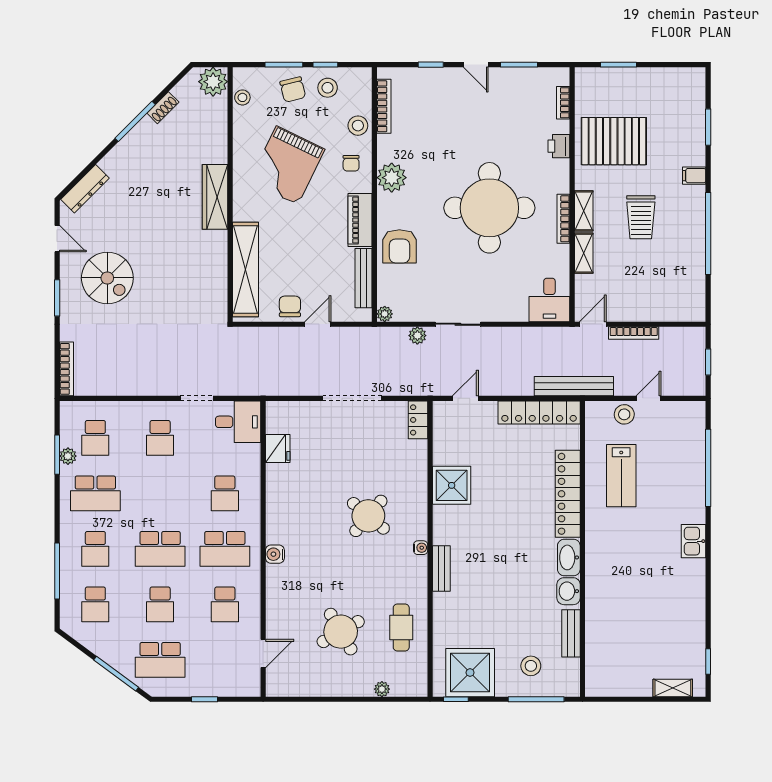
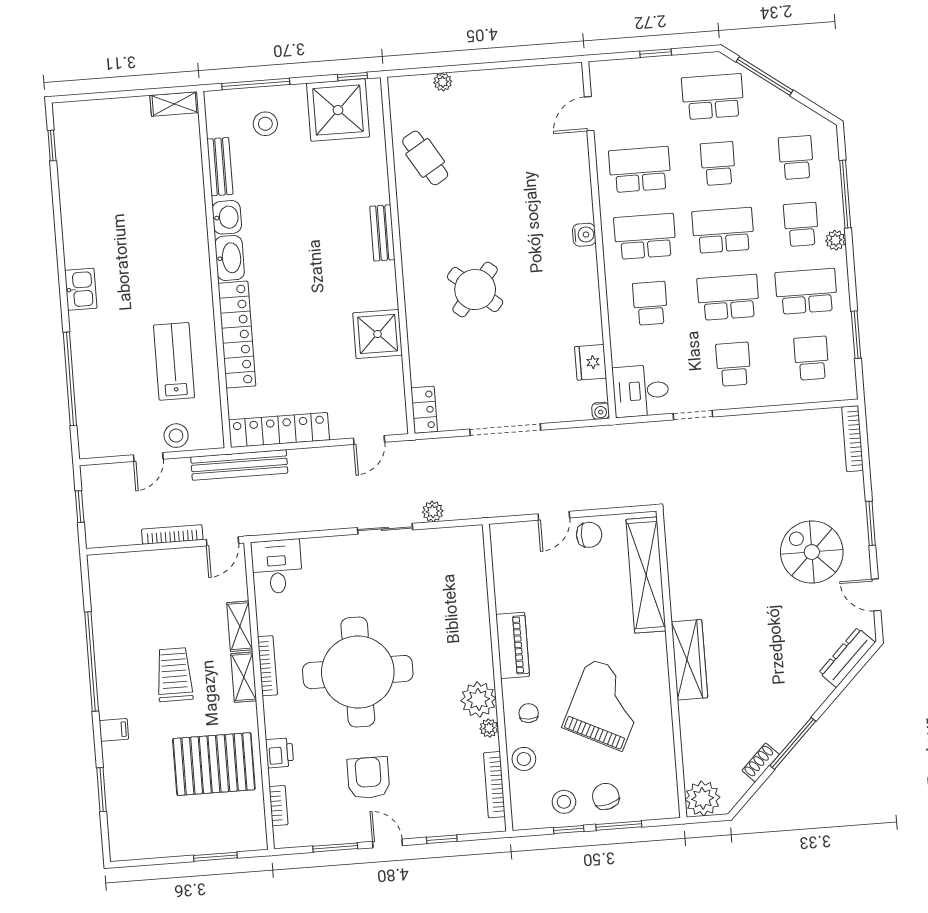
stool: (242, 97) -> (666, 782), removed
armchair: (399, 246) -> (368, 778), moved
bench: (364, 278) -> (503, 576), removed
chair: (290, 306) -> (589, 535), turned -90
plant: (385, 314) -> (489, 728), moved
plant: (68, 456) -> (836, 240), moved
school desk: (160, 493) -> (728, 297), added
water cooler: (421, 548) -> (601, 411), moved, turned -90
school desk: (225, 604) -> (640, 170), width x1.85
cafe table: (401, 628) -> (425, 158), turned -31
round table: (341, 632) -> (498, 147), removed
shelving: (673, 688) -> (174, 104), moved

